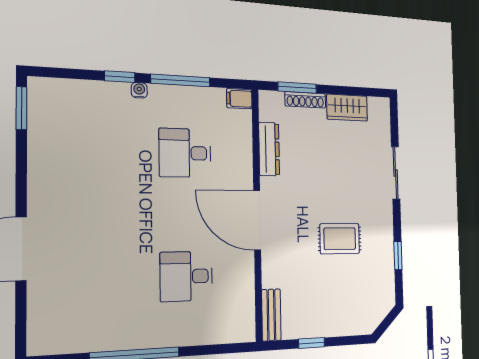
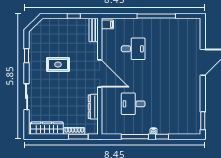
filing cabinet: (239, 99) -> (107, 24), moved
wardrobe: (347, 108) -> (47, 128), width x1.50
desk: (185, 153) -> (133, 104), turned 180

